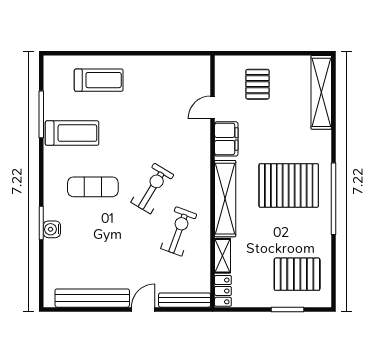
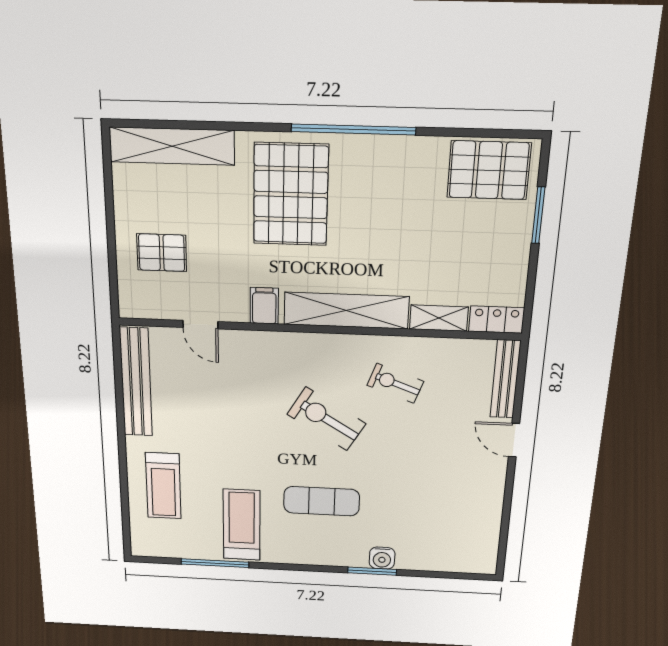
treadmill: (99, 80) -> (163, 486), turned 180
filing cabinet: (226, 139) -> (264, 306), width x0.50
pallet: (289, 185) -> (291, 195), moved
exercise mat: (93, 187) -> (322, 501), turned 90
exercise bike: (179, 231) -> (395, 383), width x0.73, depth x0.72
pallet: (297, 274) -> (489, 170), moved, turned 90
bench: (92, 298) -> (136, 382), moved

